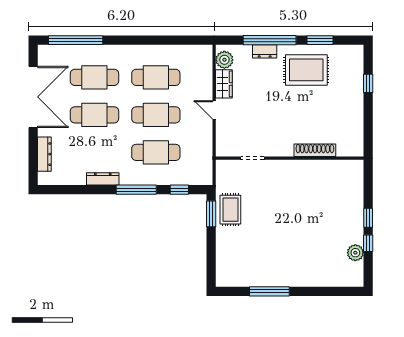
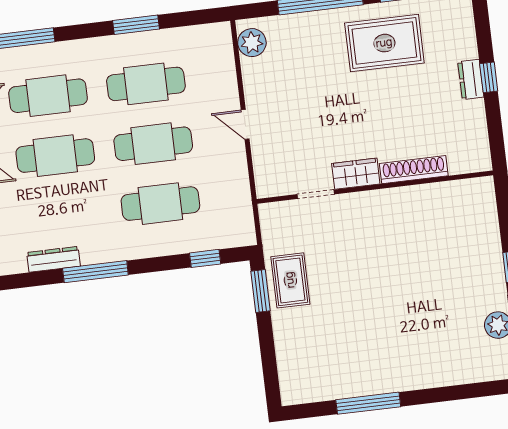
window: (154, 40) -> (136, 25), added
dresser: (265, 51) -> (471, 79), moved, turned 90
window: (368, 83) -> (489, 77), moved
wardrobe: (224, 84) -> (356, 174), moved, turned -90
dresser: (103, 179) -> (54, 259), moved
window: (136, 190) -> (95, 272), moved

